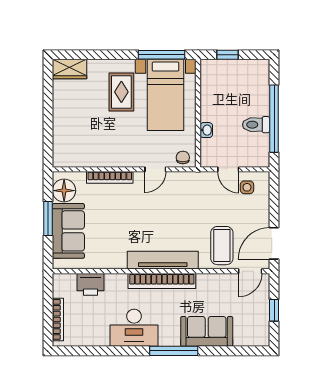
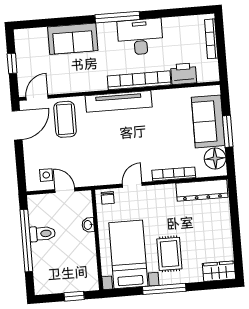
window: (162, 55) -> (164, 289), moved
dresser: (81, 158) -> (202, 190), added
bookcase: (162, 281) -> (139, 80), moved
window: (174, 351) -> (117, 17), moved

